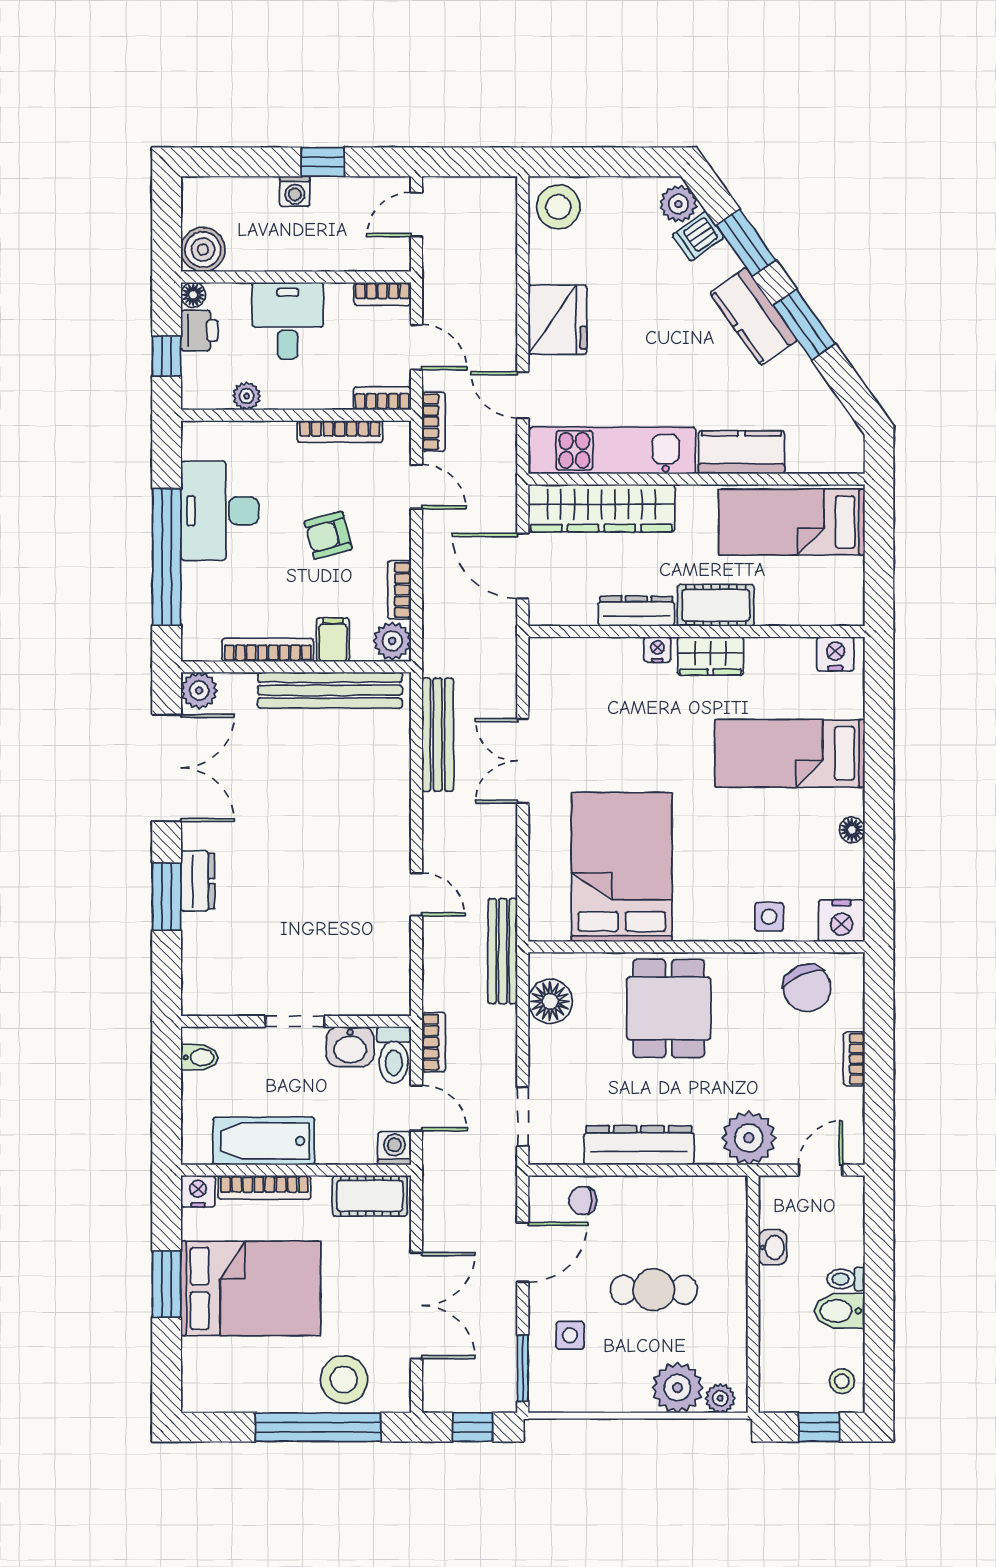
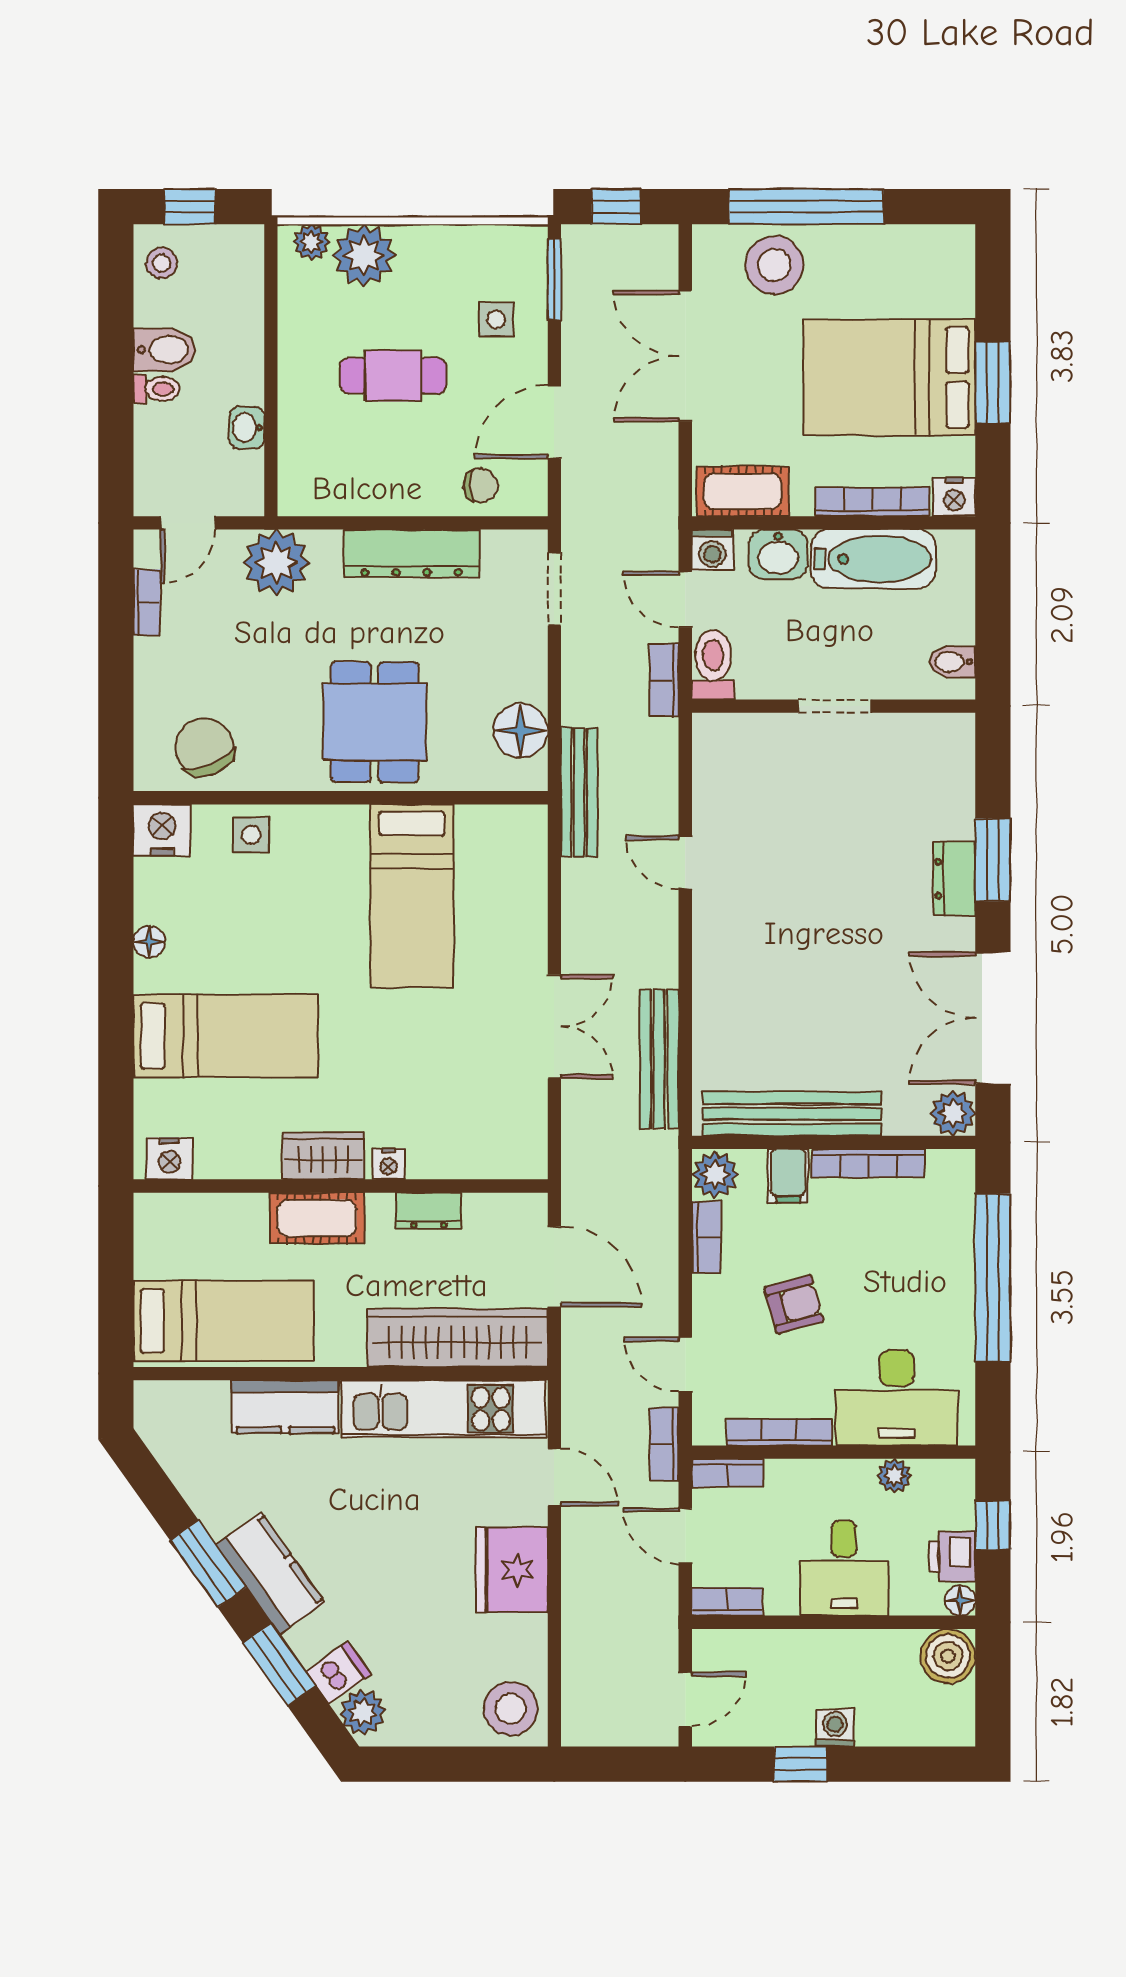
desk: (220, 511) -> (897, 1398), moved, turned 90
dresser: (636, 611) -> (429, 1211), width x0.70
bed: (622, 867) -> (412, 896), width x0.67
washbasin: (350, 1047) -> (778, 554), moved, turned 180
bookcase: (854, 1059) -> (147, 602), moved

